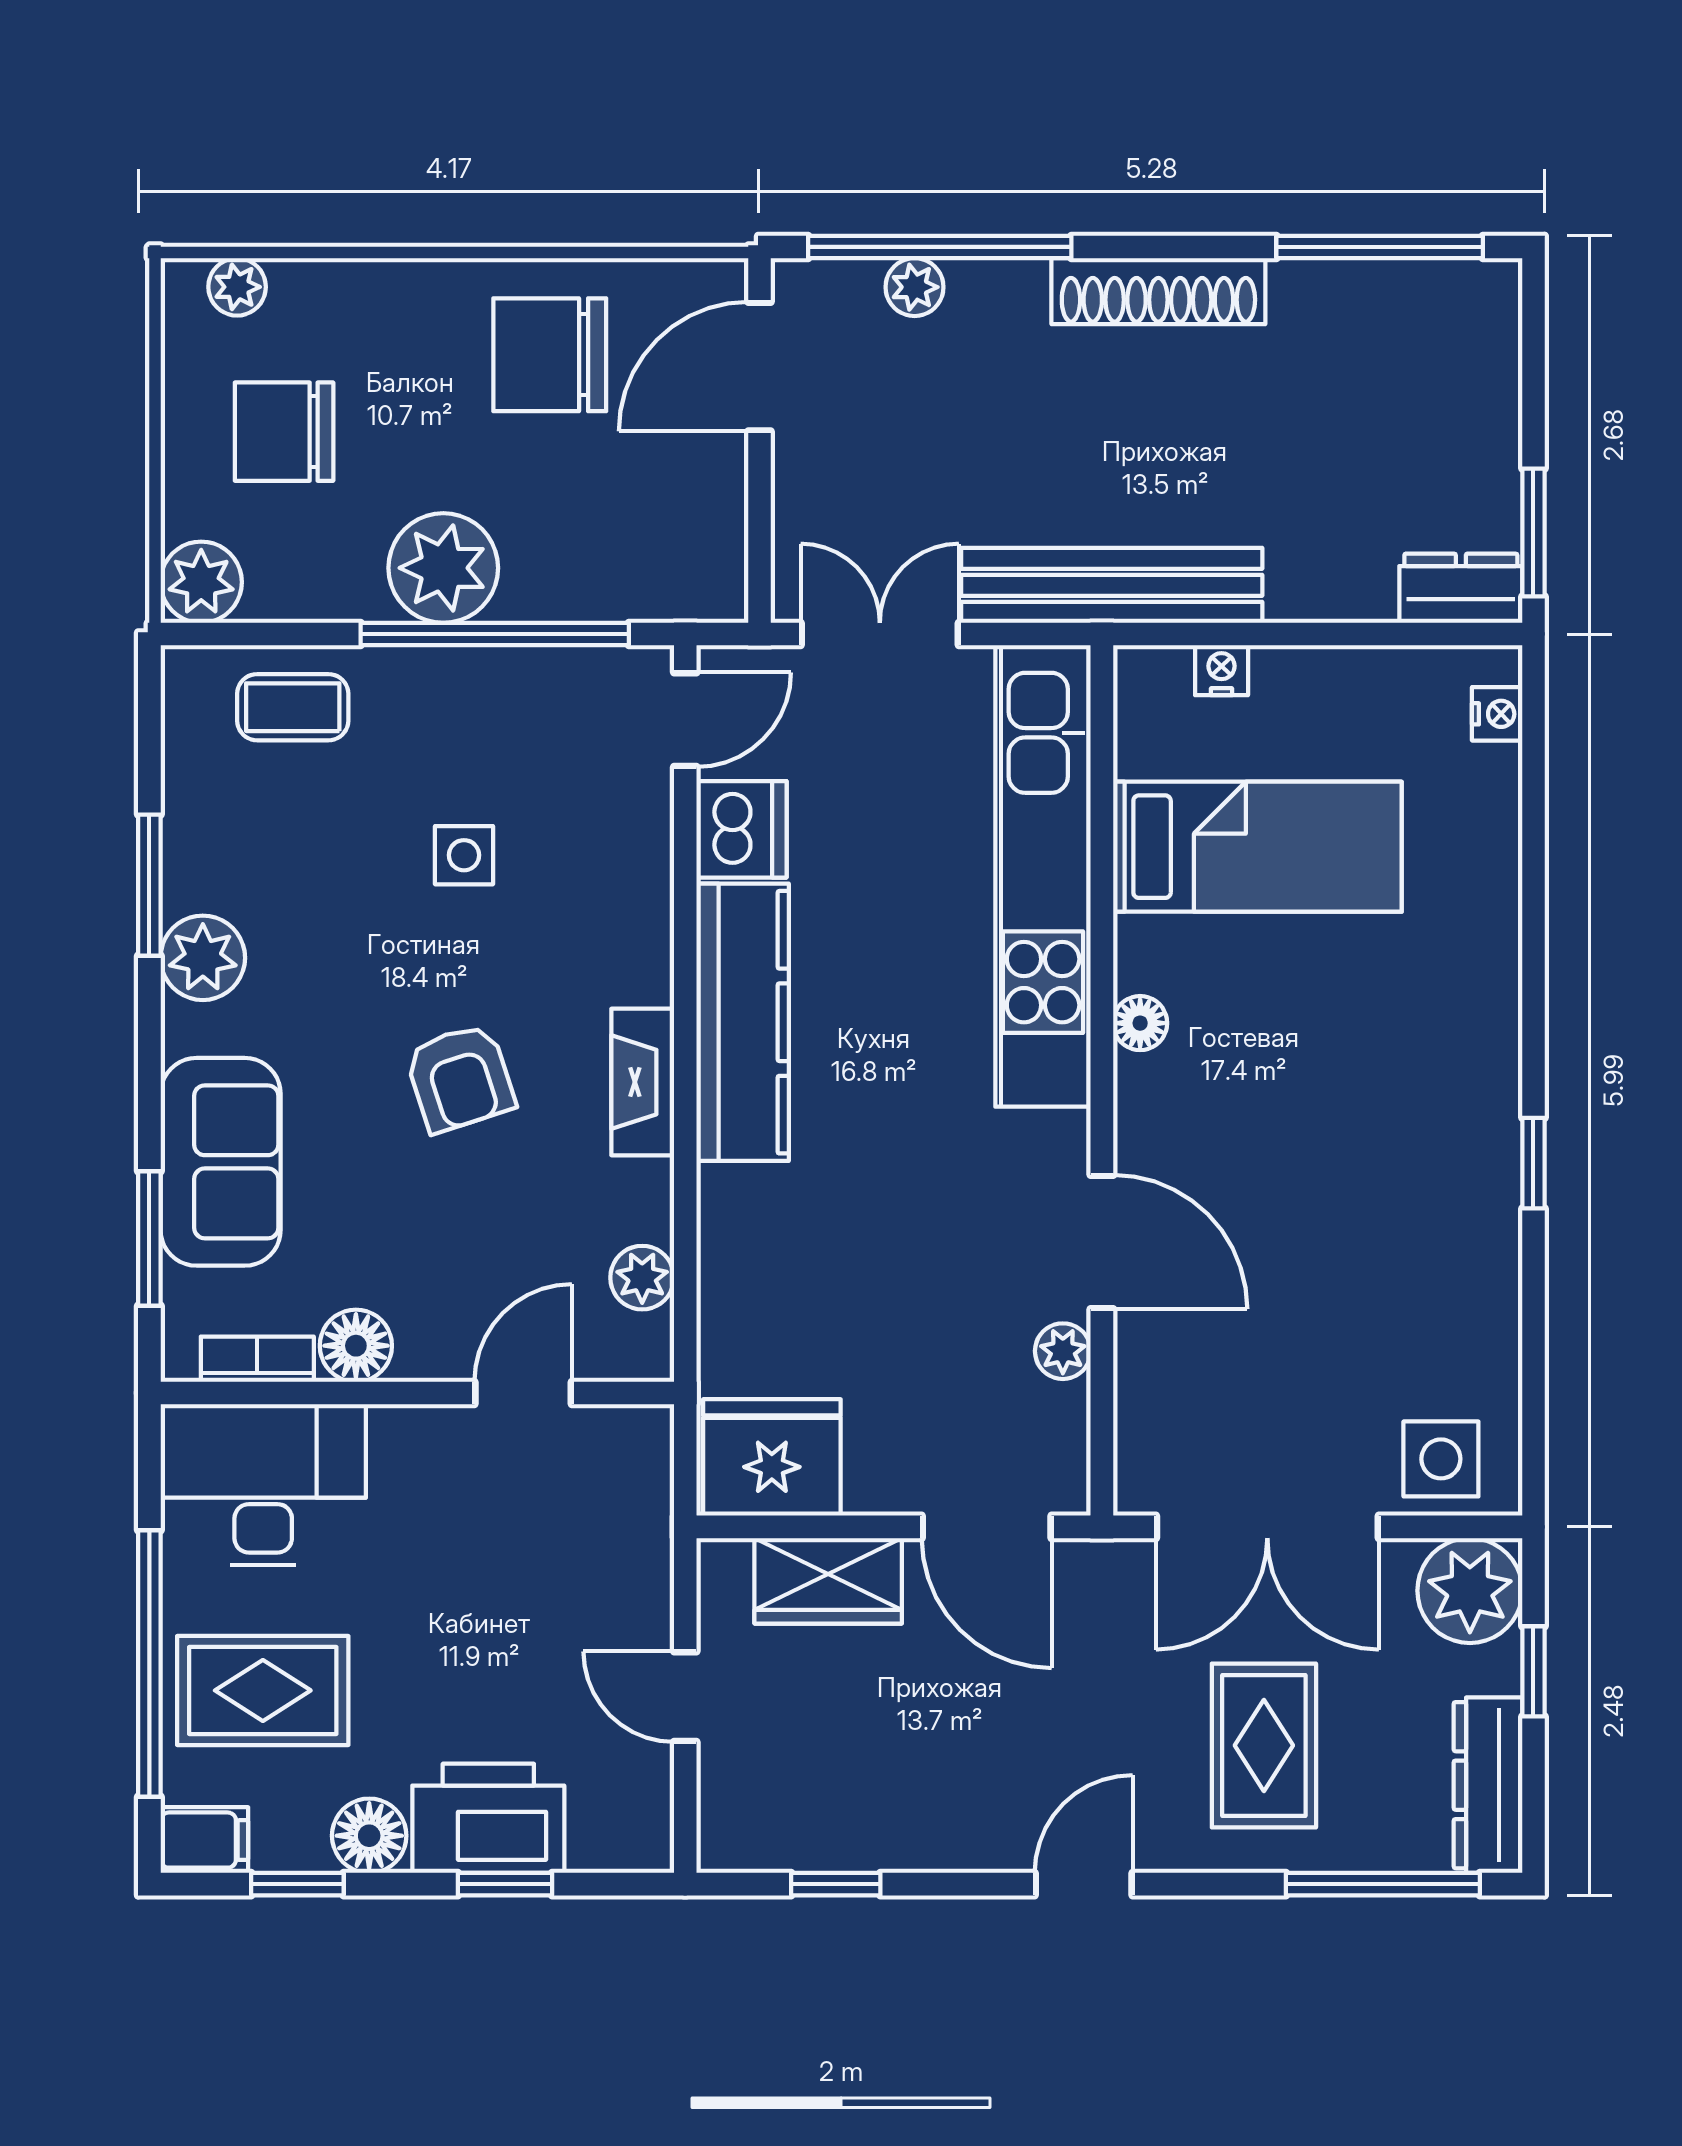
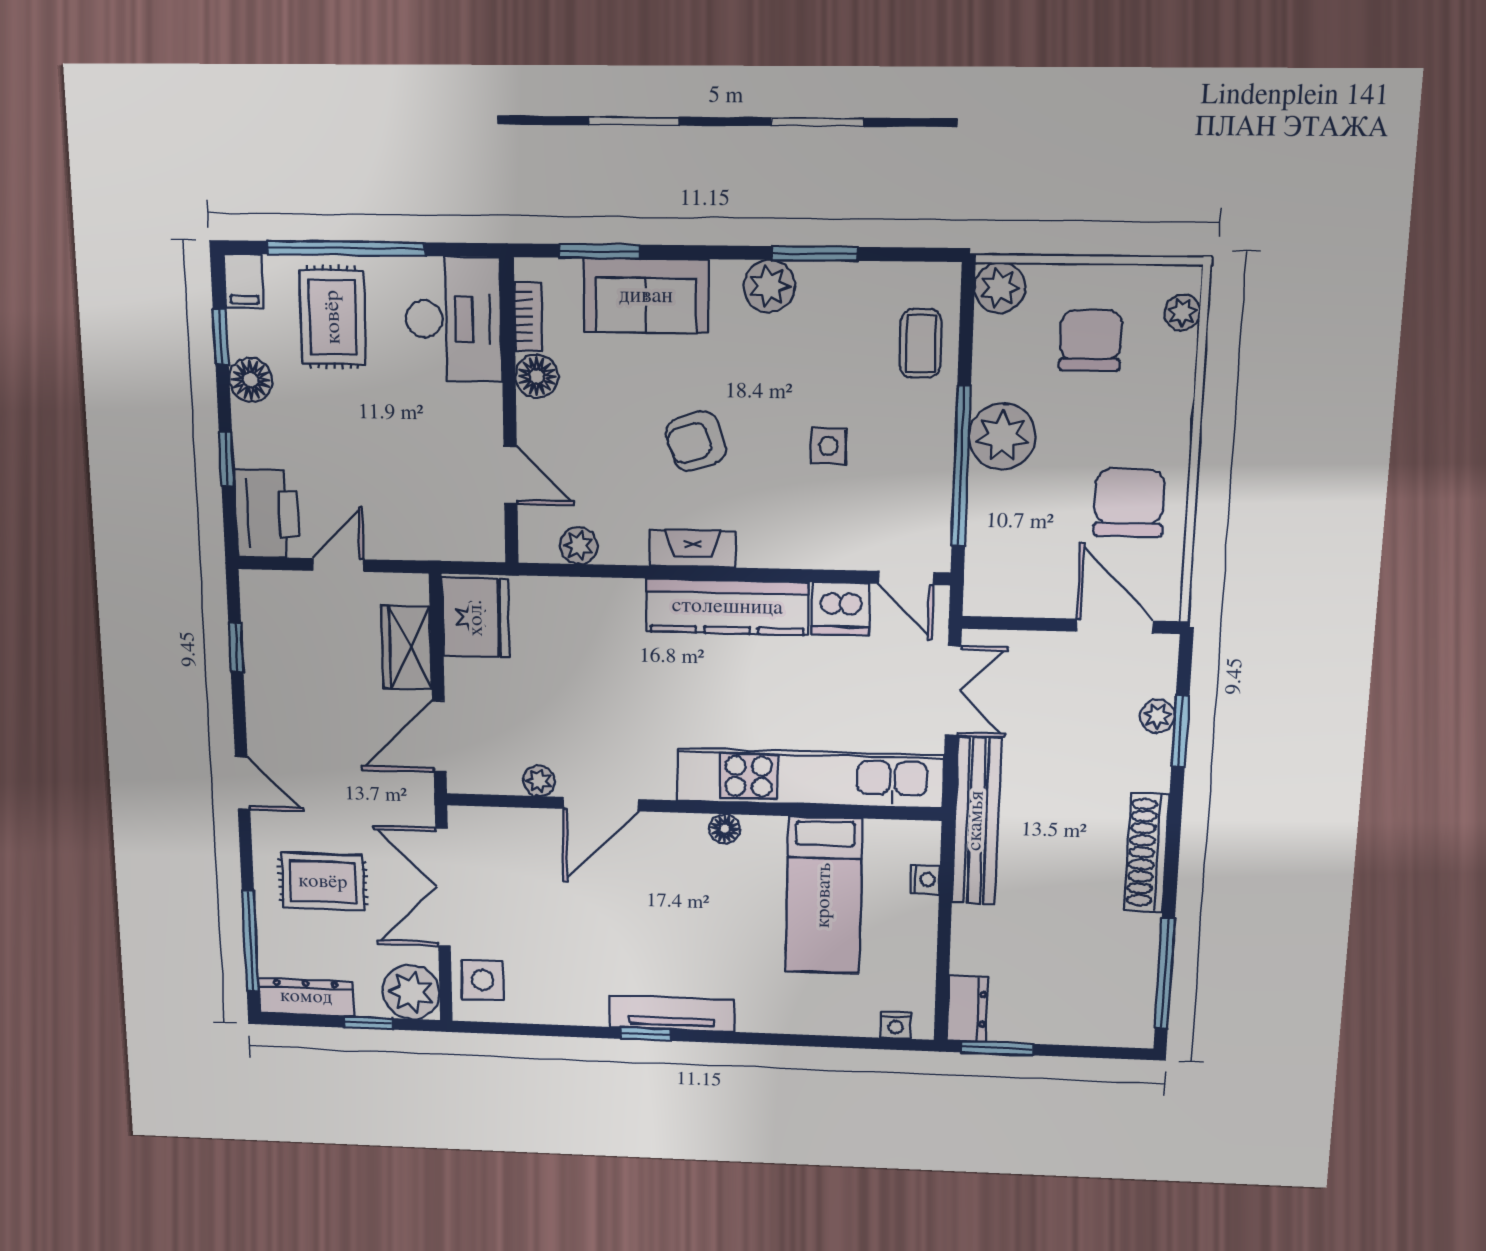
window: (940, 247) -> (1180, 731), width x0.47
tv unit: (1492, 1116) -> (672, 1014), added
printer: (488, 1818) -> (267, 514), moved

